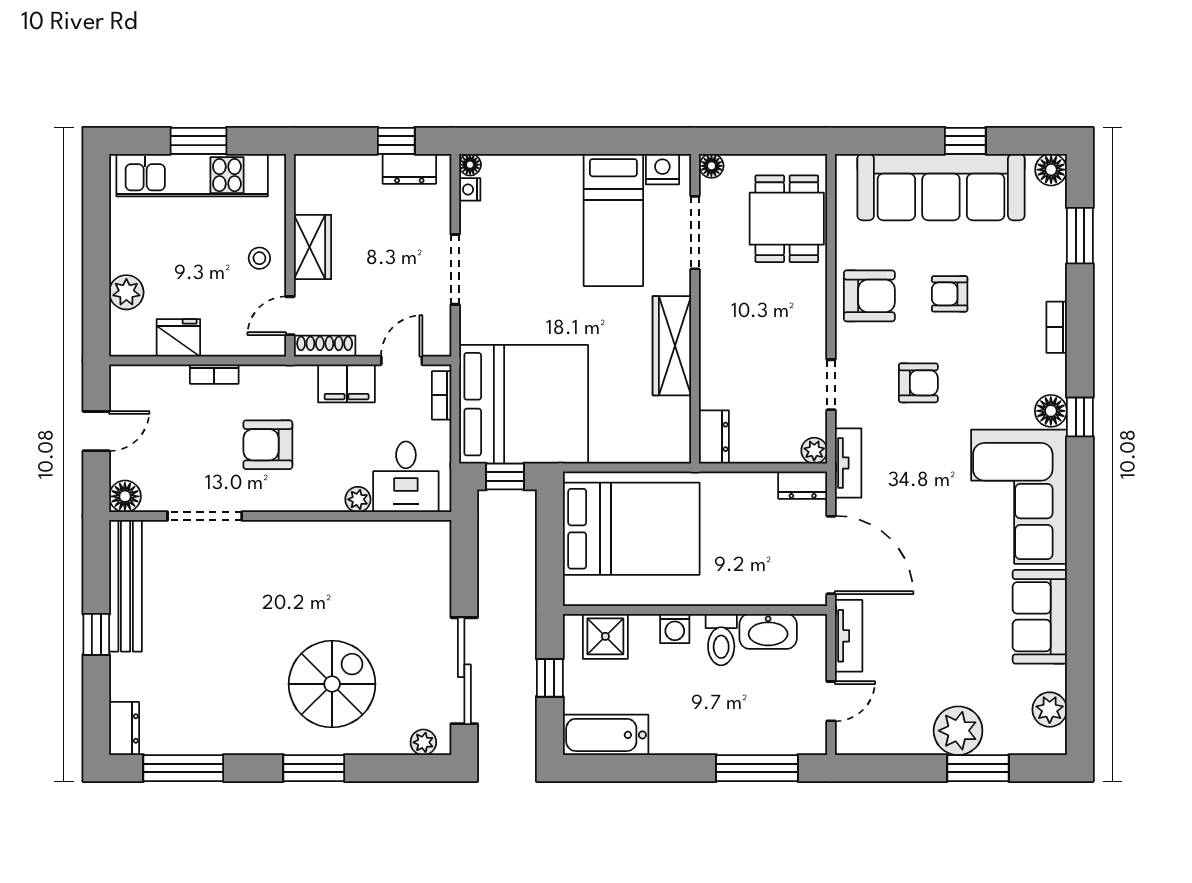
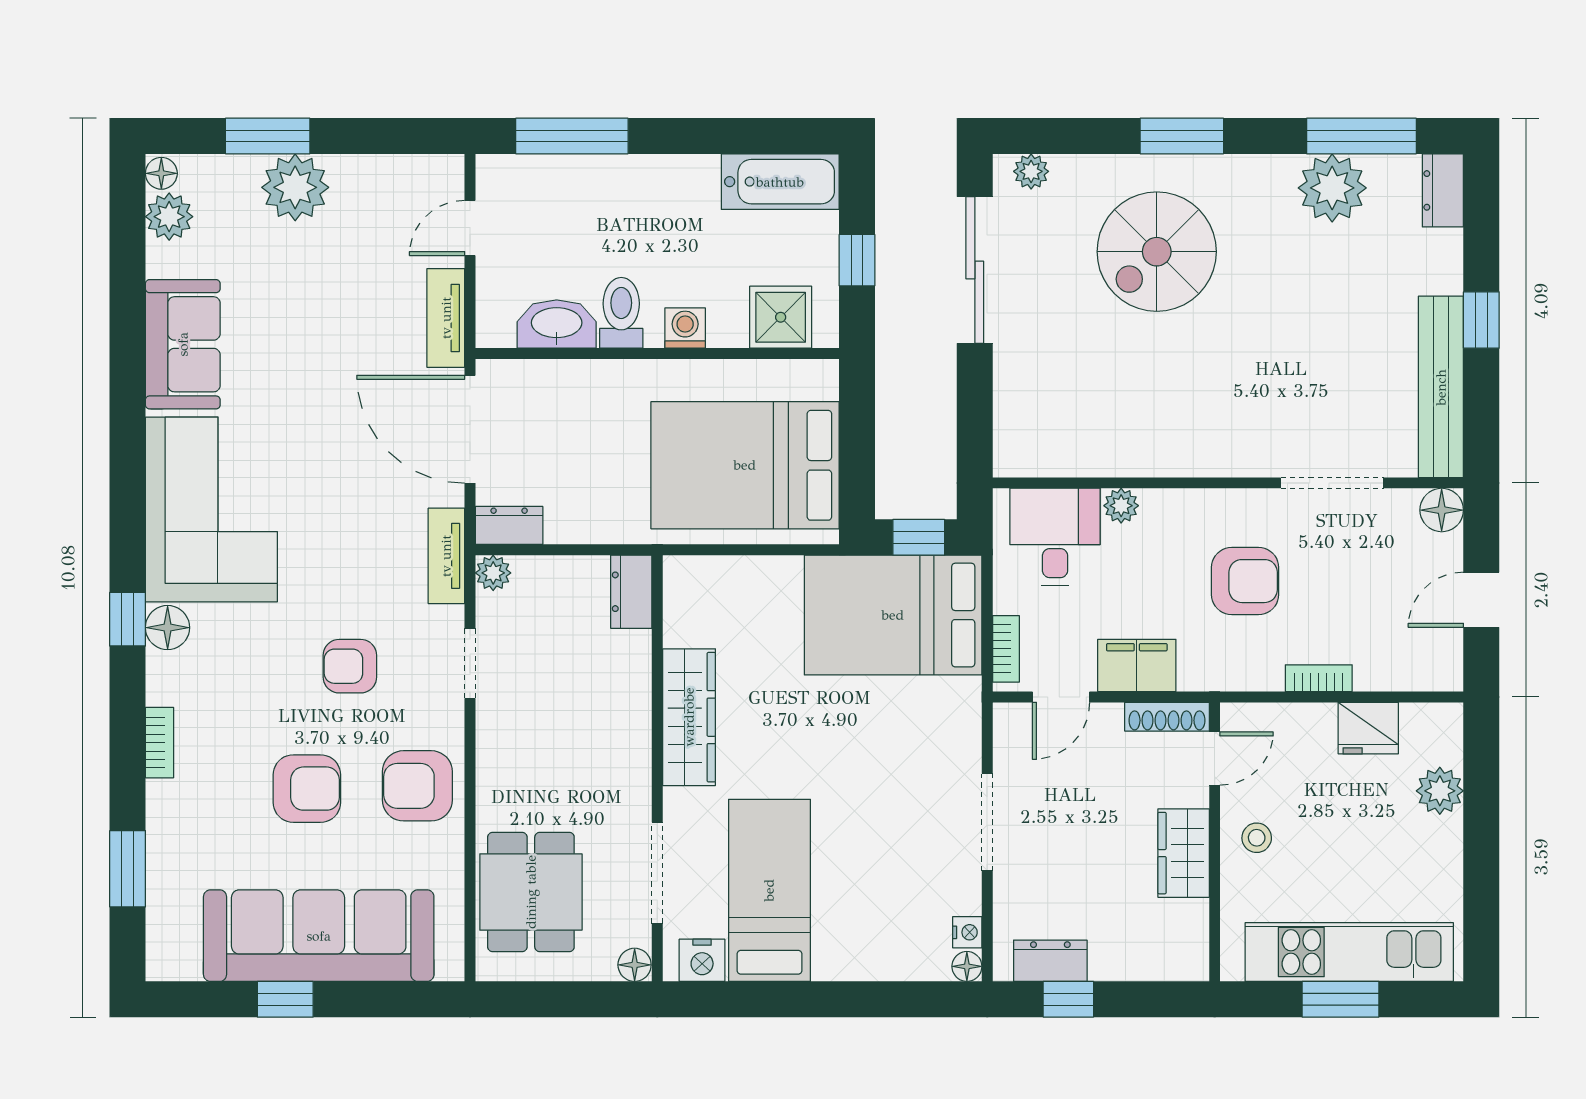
floor lamp: (1051, 170) -> (161, 173), moved, width x0.73, depth x0.73
armchair: (950, 294) -> (307, 789), width x1.38, depth x1.38
bed: (524, 404) -> (893, 615), width x0.73
plant: (205, 730) -> (1332, 188), added

